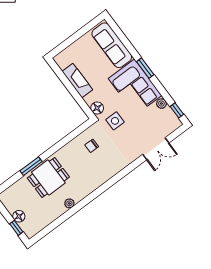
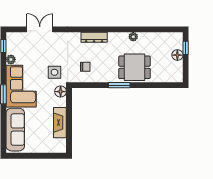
window: (31, 166) -> (119, 85), moved
dresser: (103, 177) -> (94, 37), added

